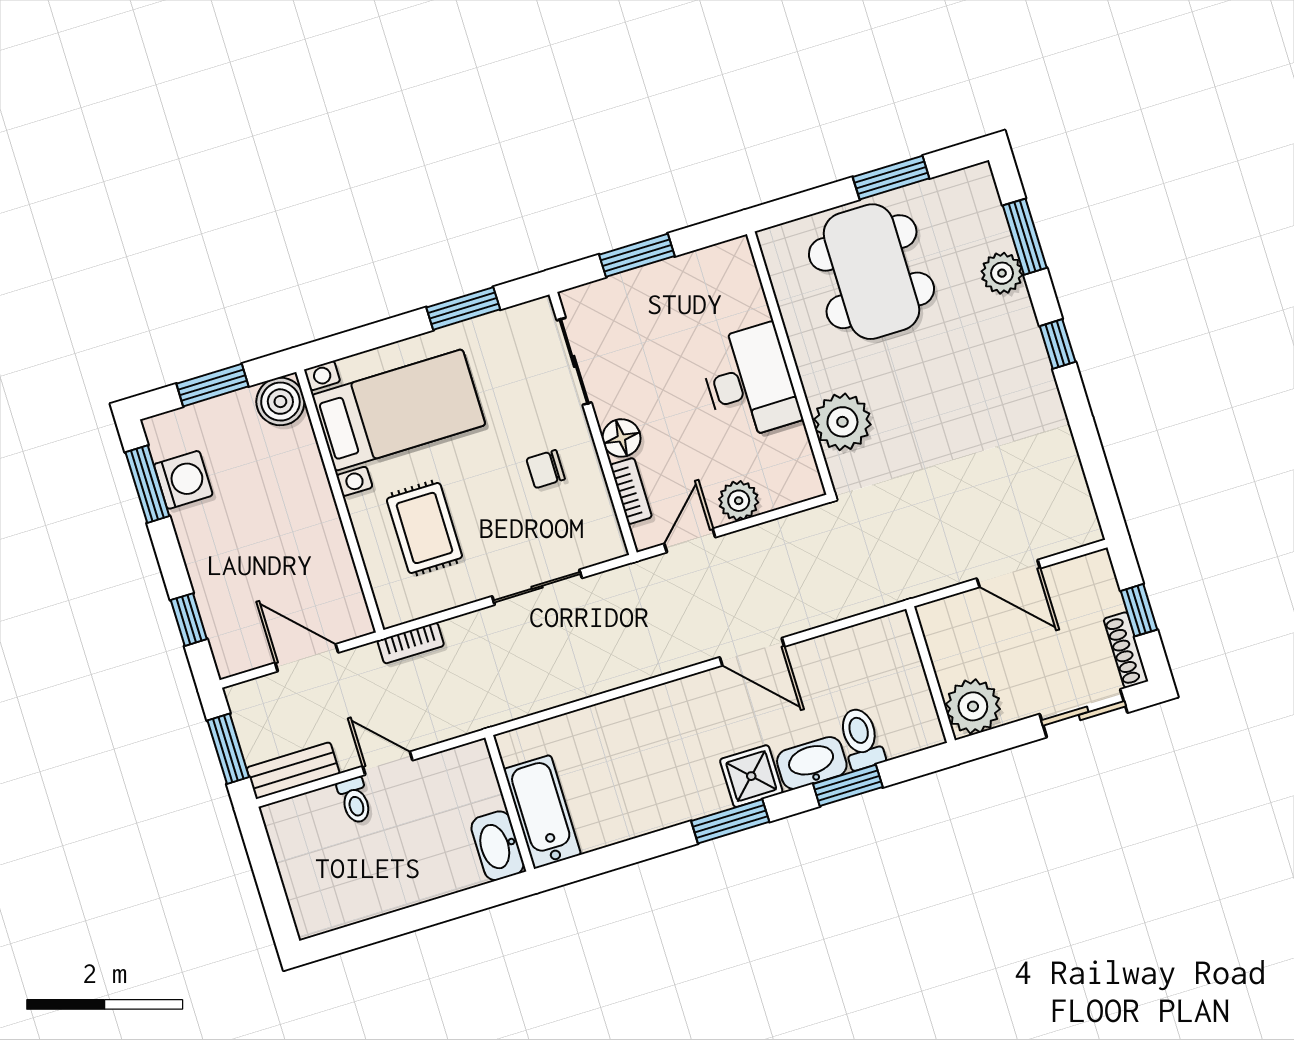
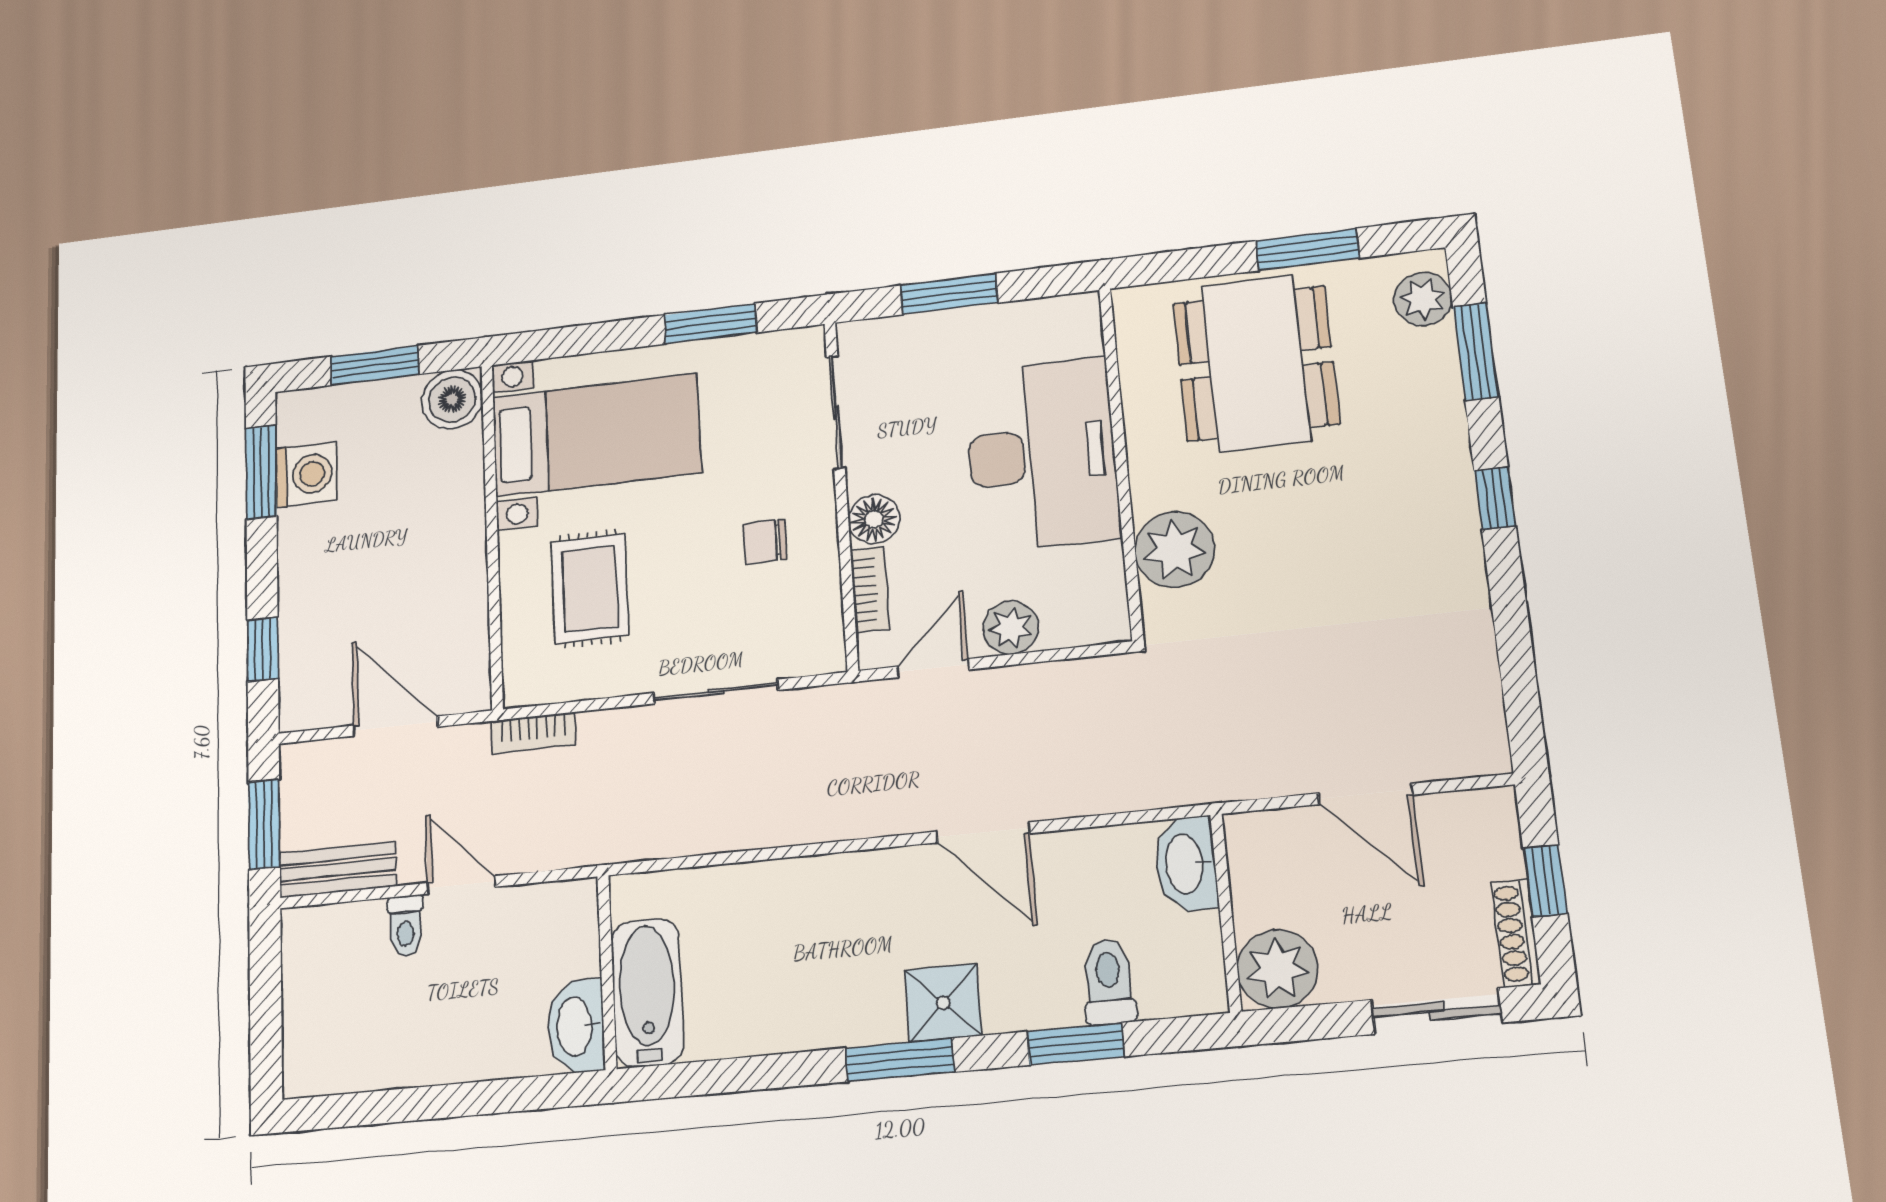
plant: (1002, 273) -> (1423, 299), moved
desk: (750, 382) -> (1042, 455), width x1.36, depth x1.30
washbasin: (812, 763) -> (1186, 864), moved, turned -90

